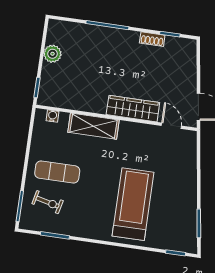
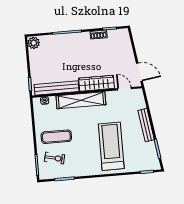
plant: (52, 54) -> (34, 43), moved
bench: (74, 102) -> (57, 88), added
shelving: (93, 126) -> (81, 100), width x1.47
bench: (190, 185) -> (146, 125), added

